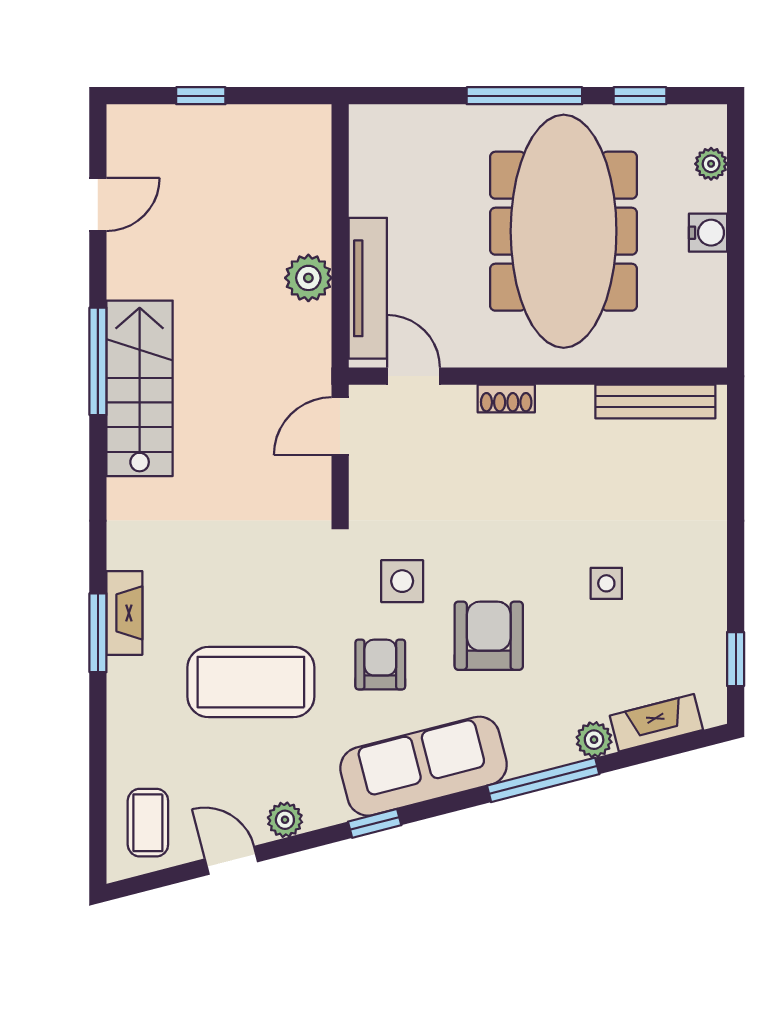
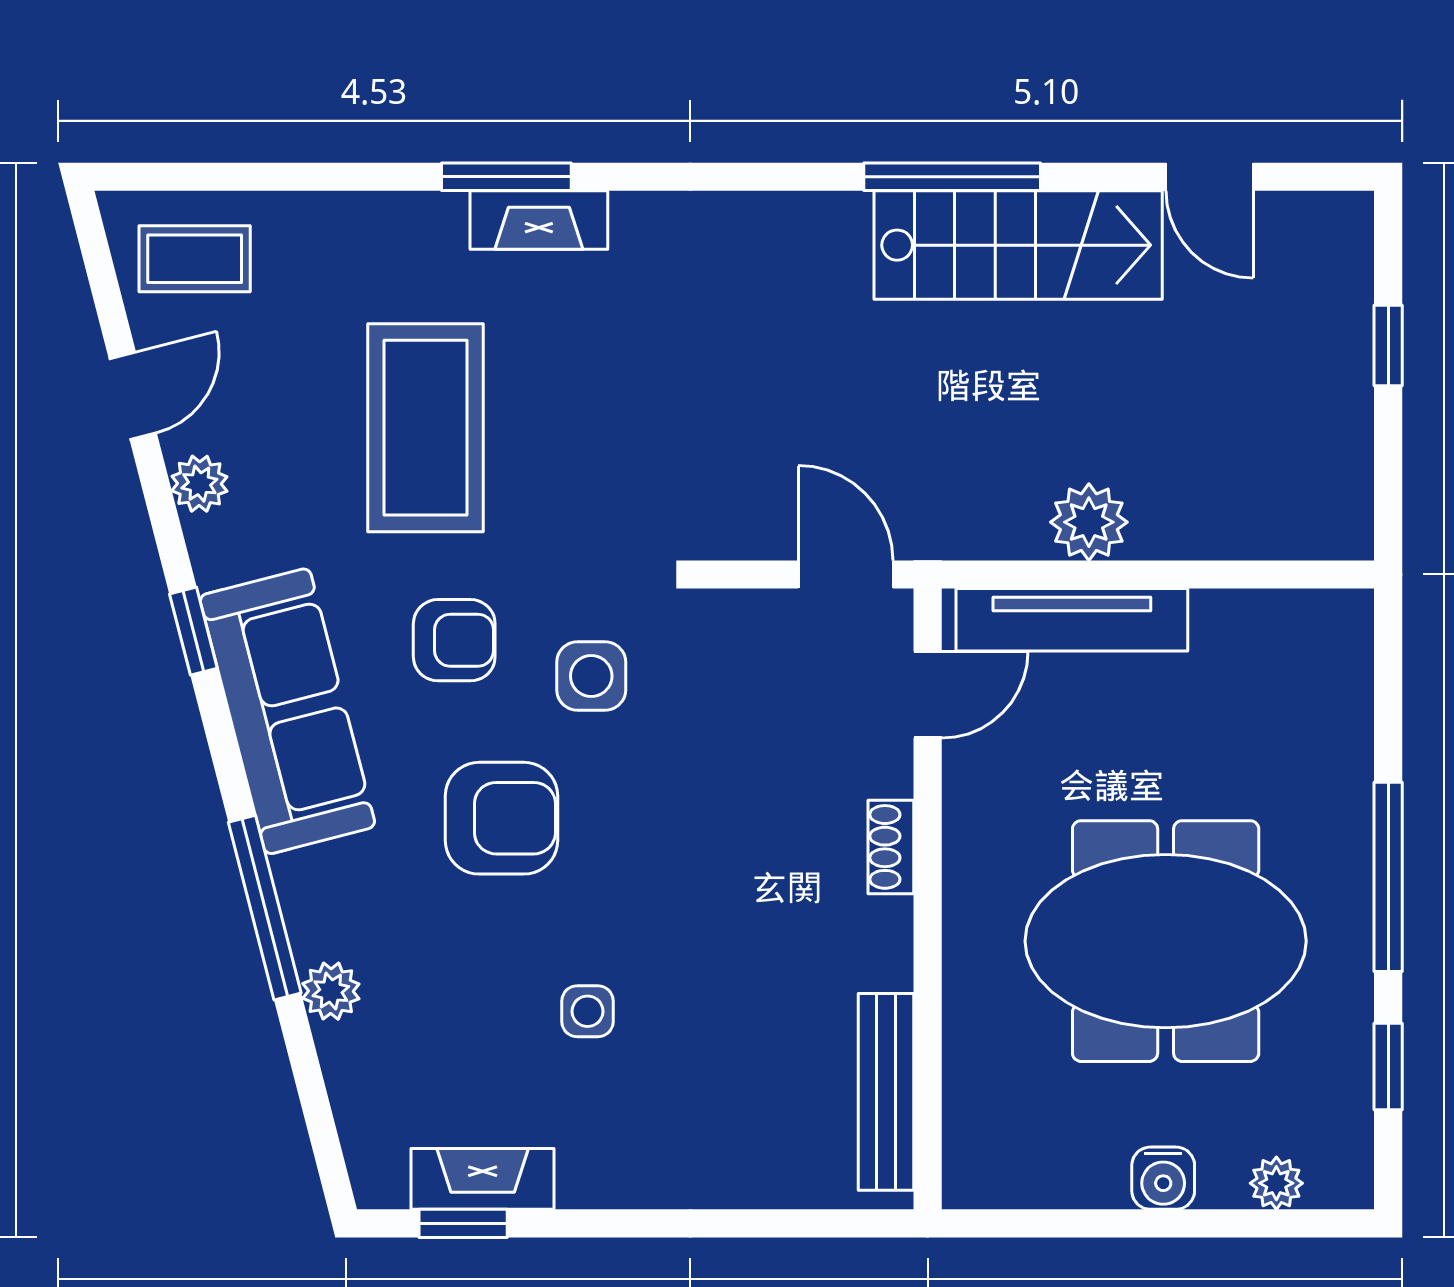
meeting table: (564, 231) -> (1166, 941), width x0.73
stairs: (140, 388) -> (1018, 245), moved
fireplace: (656, 723) -> (483, 1179), moved, turned -76

